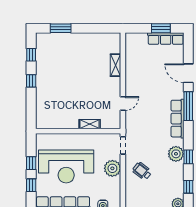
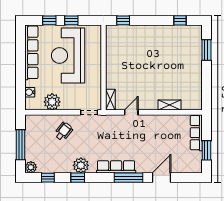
row of seats: (166, 39) -> (196, 133), moved
window: (31, 81) -> (123, 20), moved
door: (123, 104) -> (131, 112), swing flipped
shelving: (90, 124) -> (110, 100), moved
plant: (112, 168) -> (52, 102), moved

